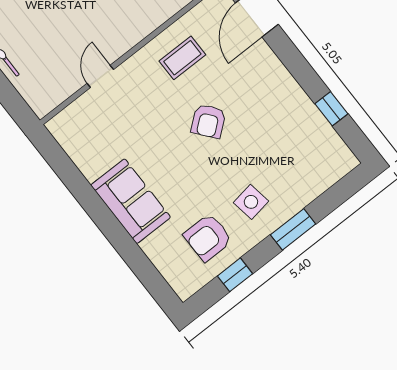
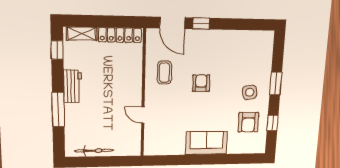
window: (331, 109) -> (201, 24), moved
armchair: (208, 121) -> (201, 83), turned -141

